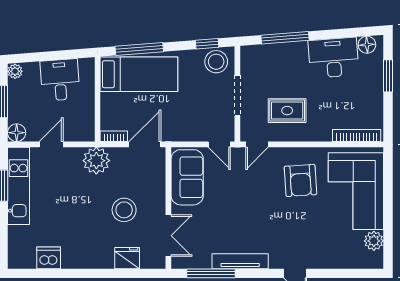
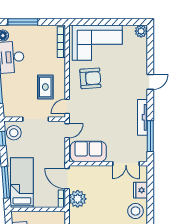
window: (388, 76) -> (23, 22), width x1.44
door: (257, 144) -> (67, 106), swing flipped
plant: (96, 161) -> (78, 199), moved
stool: (124, 210) -> (136, 211), moved
double door: (168, 236) -> (126, 164), swing flipped
plant: (374, 241) -> (141, 31), moved

